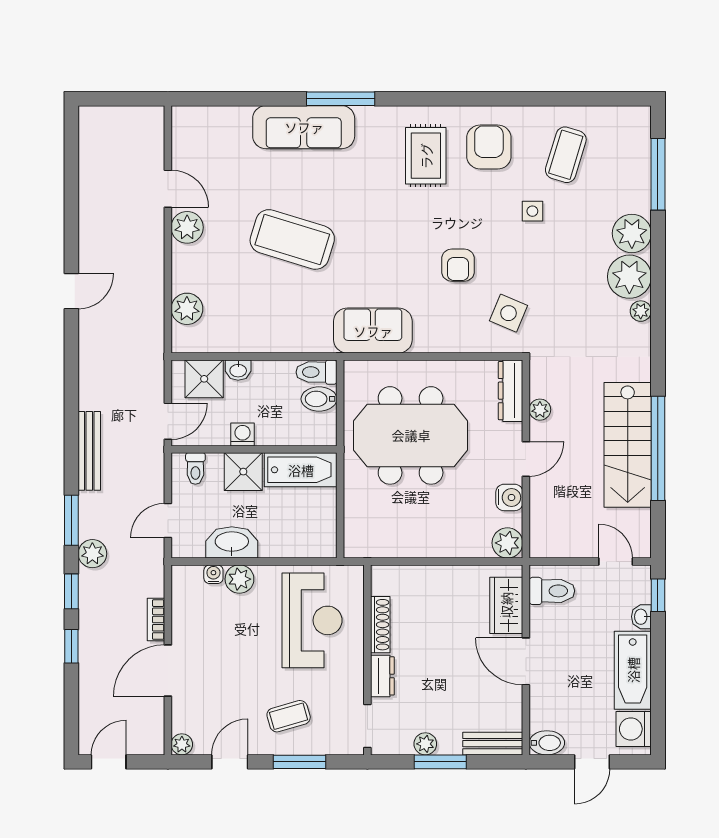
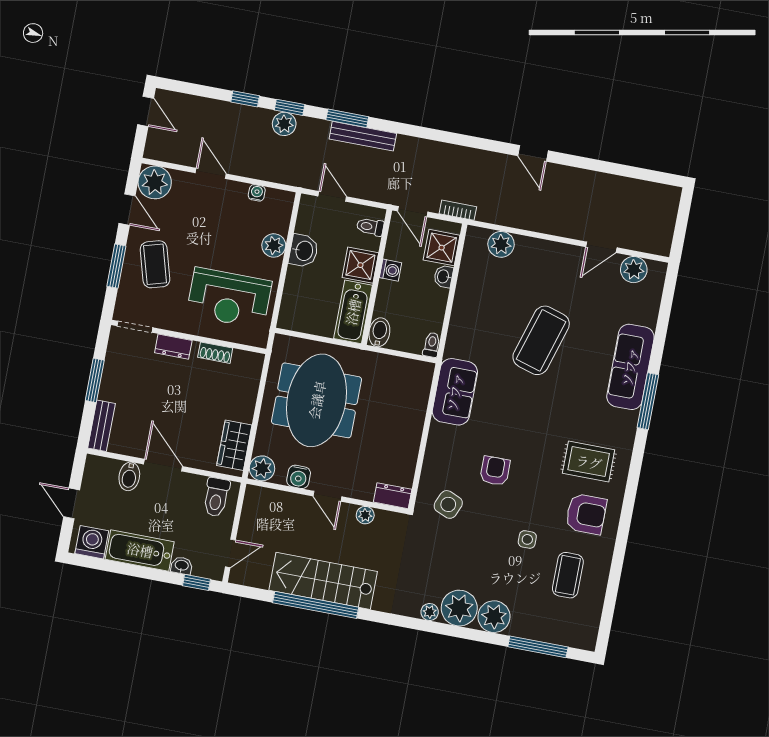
coffee table: (566, 155) -> (568, 575), turned 73
plant: (187, 227) -> (634, 270), moved
armchair: (458, 265) -> (495, 471), turned 90
toilet: (316, 372) -> (432, 345), width x0.73, depth x0.72
dresser: (511, 391) -> (393, 496), width x0.70
bidet: (319, 399) -> (379, 332), moved
meeting table: (411, 435) -> (317, 400), moved
bench: (89, 451) -> (363, 136), moved
washbasin: (232, 542) -> (304, 251), width x0.72
plant: (92, 554) -> (284, 124), moved
water cooler: (213, 574) -> (257, 193), moved, turned -90
wardrobe: (506, 605) -> (234, 445), moved, turned -90
bookcase: (156, 620) -> (458, 210), moved
shoe rack: (380, 625) -> (215, 353), width x0.70
door: (526, 661) -> (163, 465), hinge flipped
door: (168, 670) -> (211, 173), width x0.73
coffee table: (289, 716) -> (155, 264), width x1.36, depth x1.30
bidet: (547, 743) -> (129, 476), moved
plant: (182, 744) -> (155, 182), width x1.88, depth x1.88
plant: (425, 744) -> (112, 371), removed

